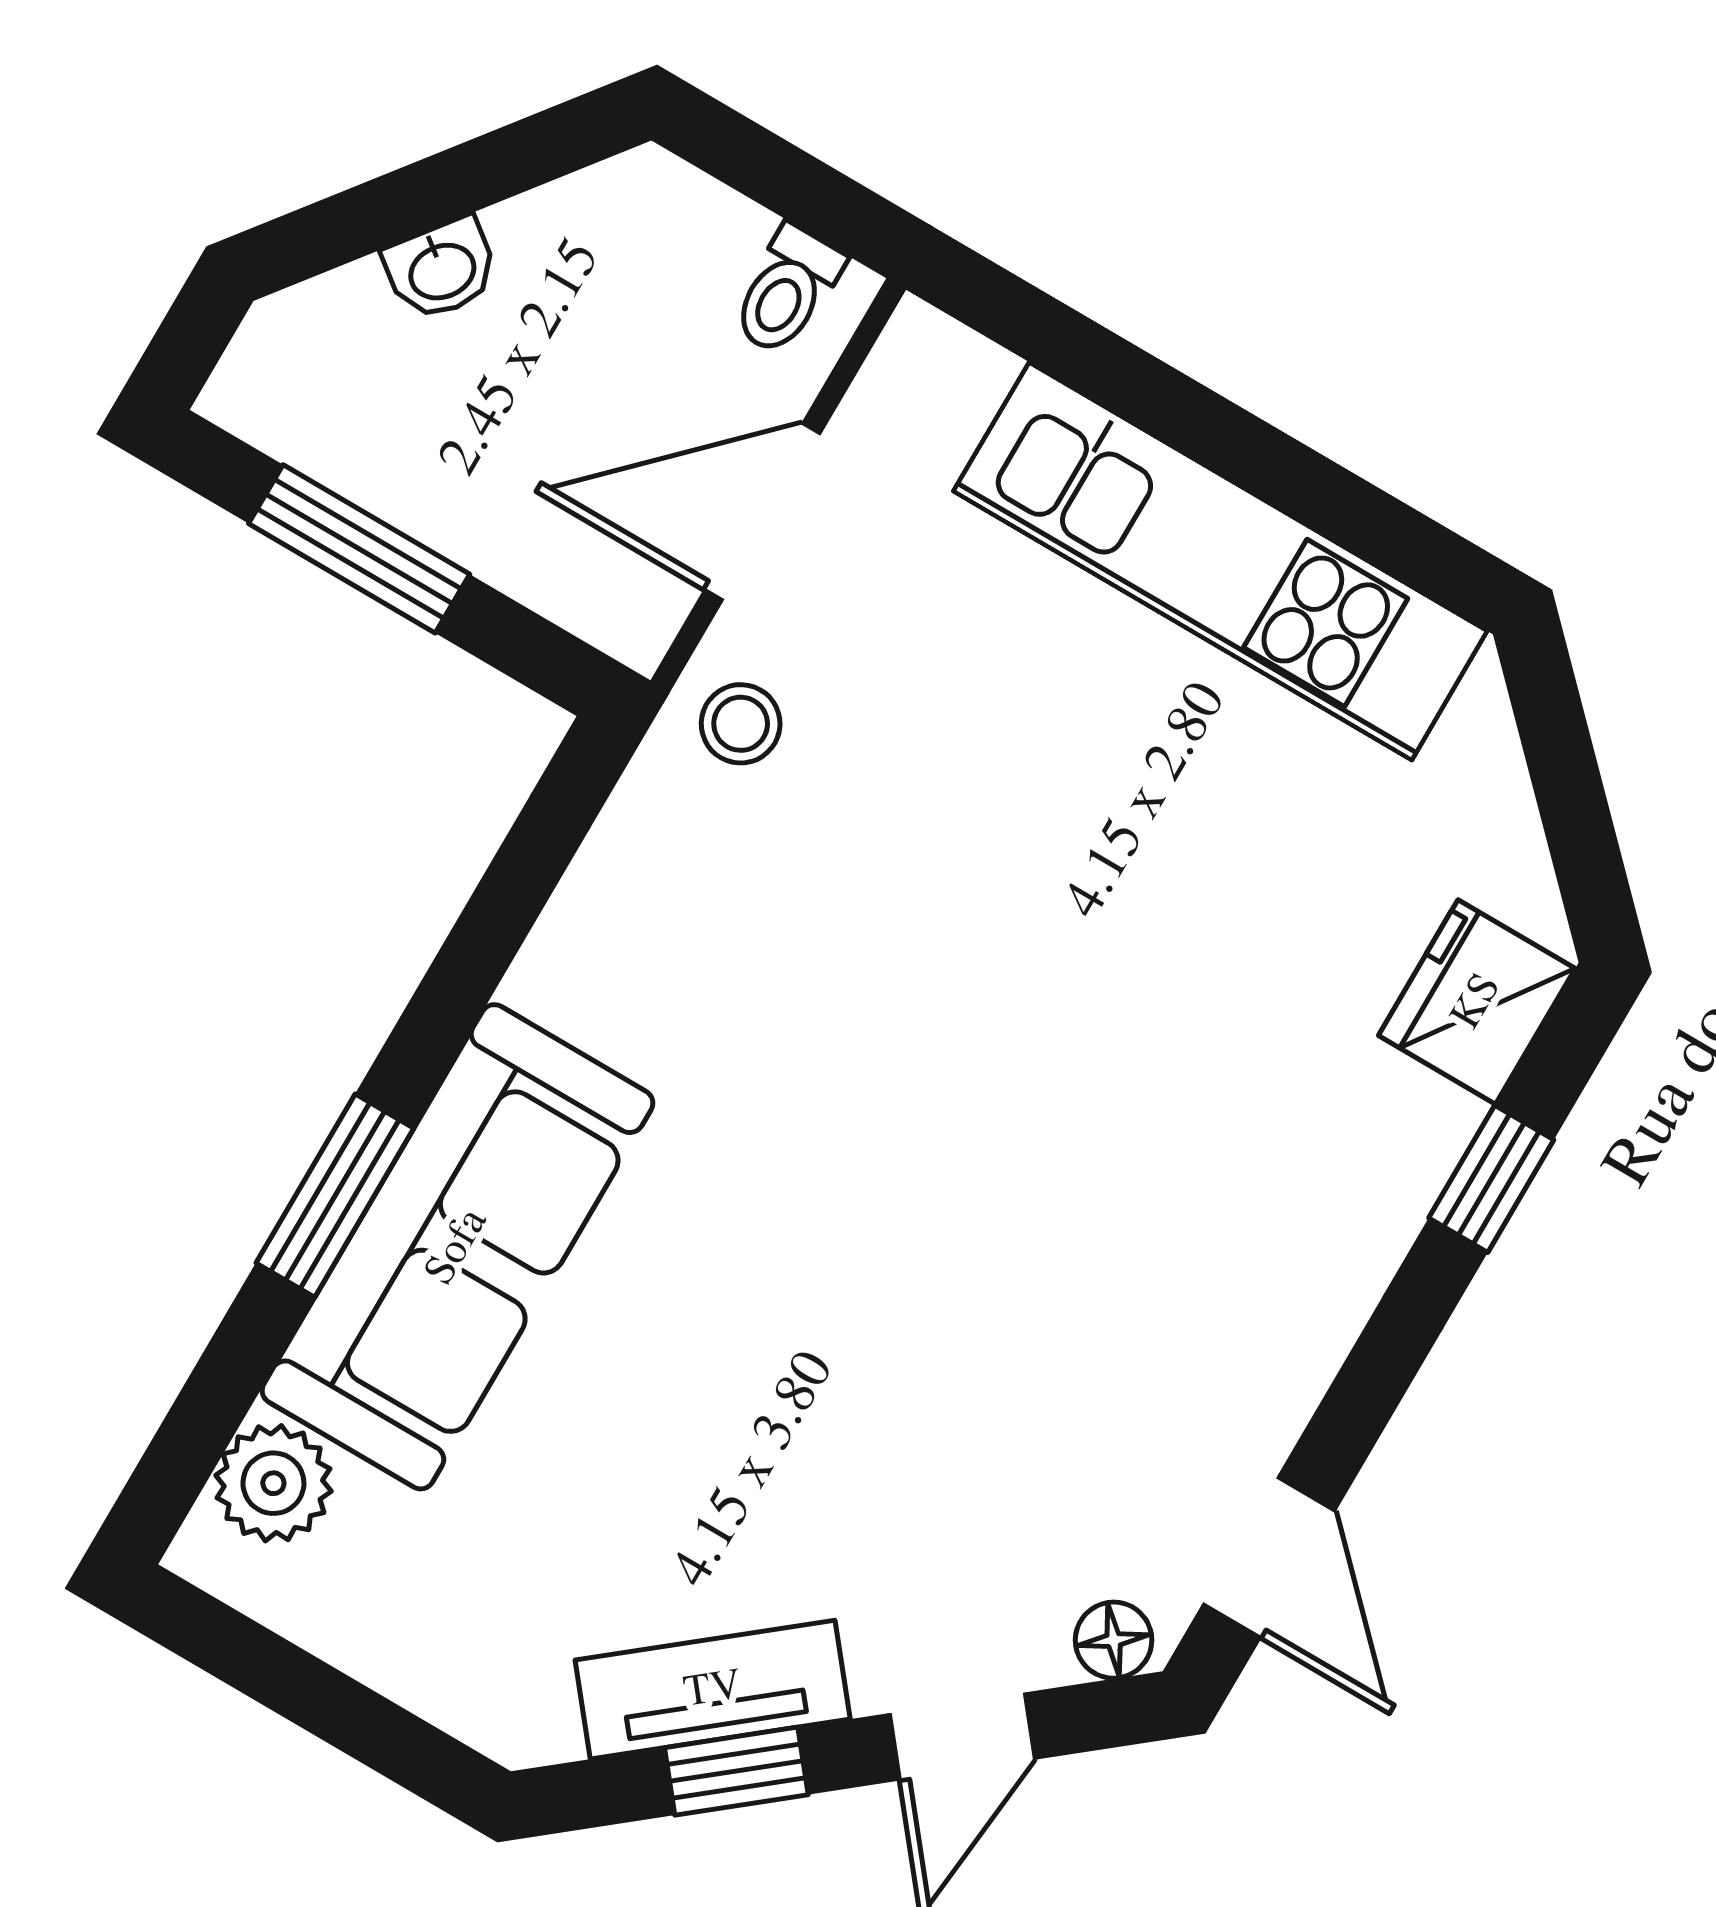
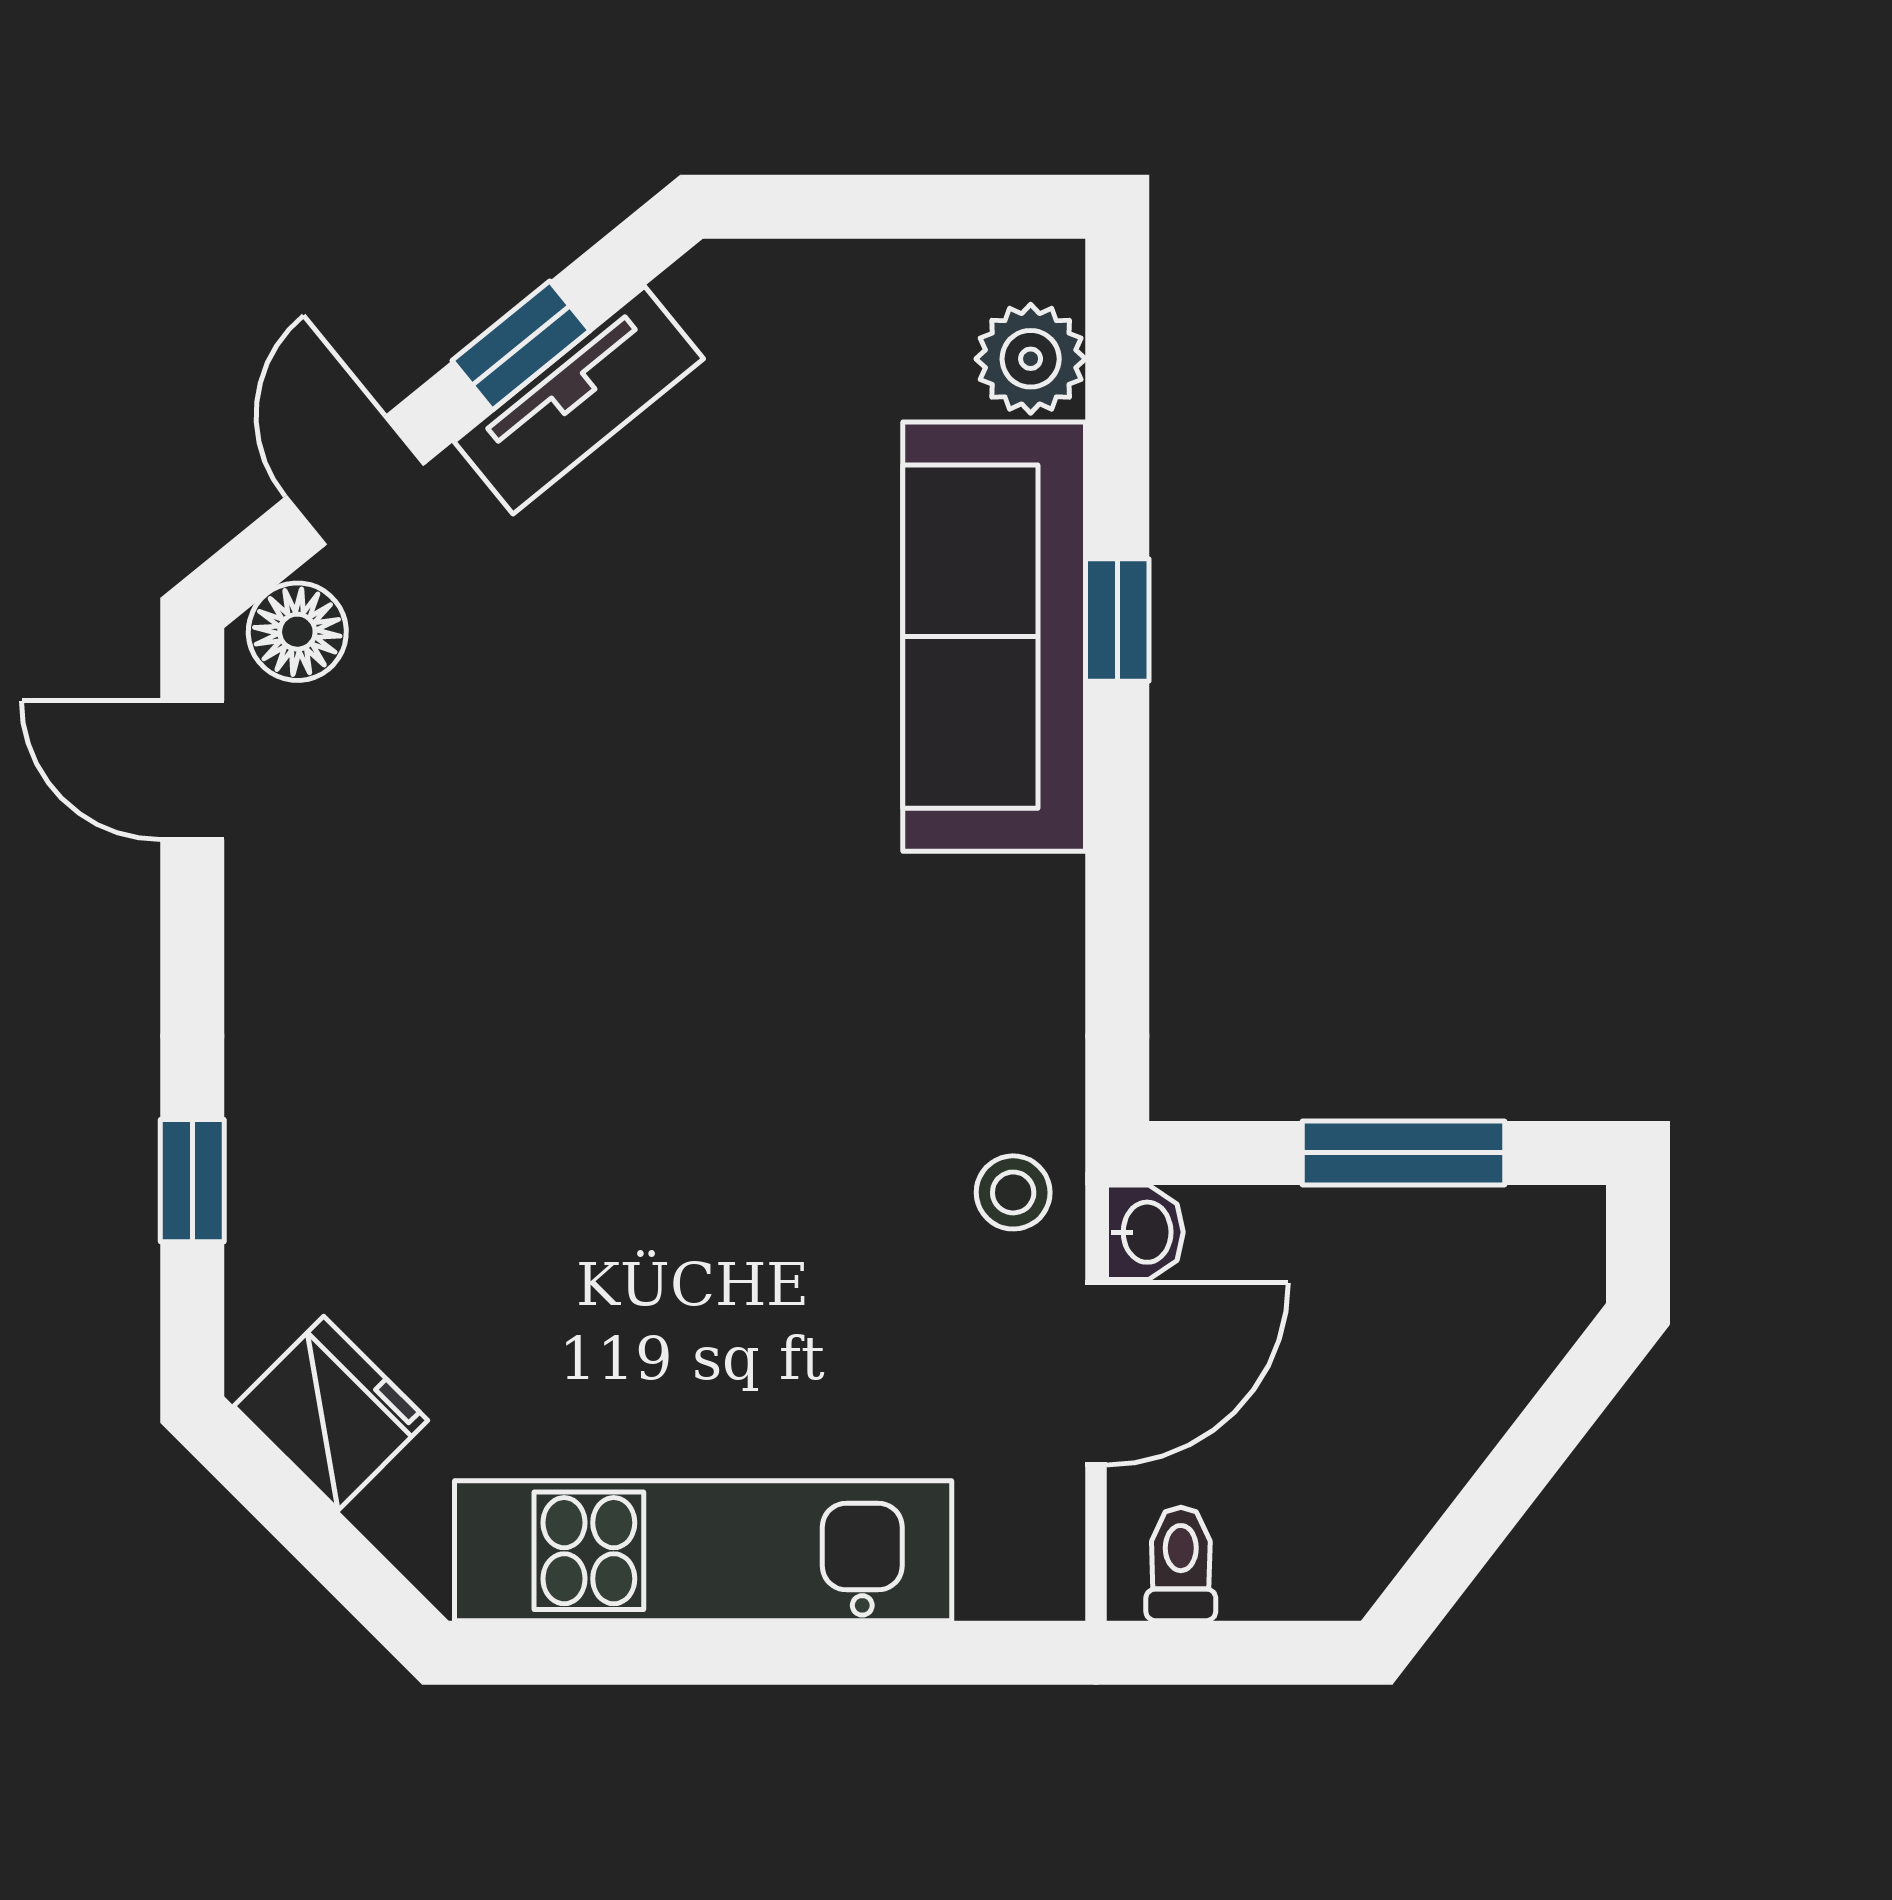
washbasin: (441, 269) -> (1145, 1232), moved, turned 142
fridge: (1477, 1002) -> (331, 1413), moved, turned -45
window: (335, 1196) -> (1117, 620), width x0.67
floor lamp: (1114, 1640) -> (297, 632), width x1.37, depth x1.37

